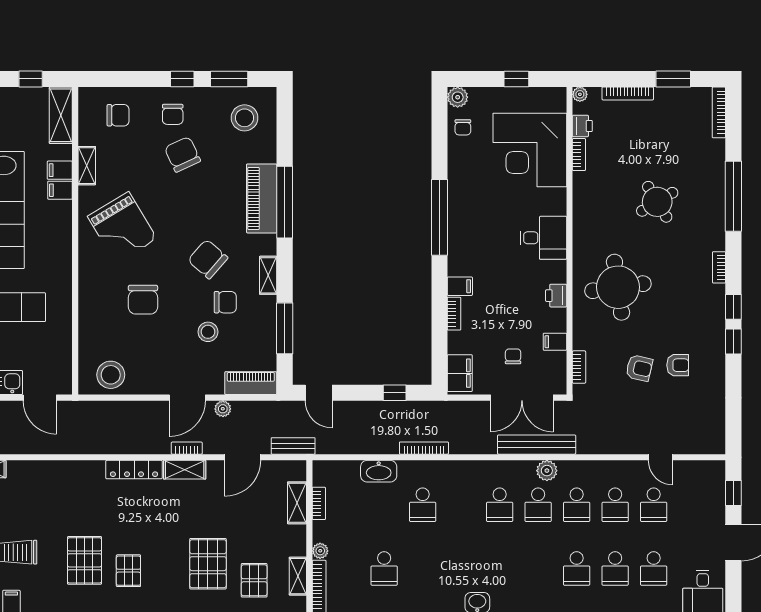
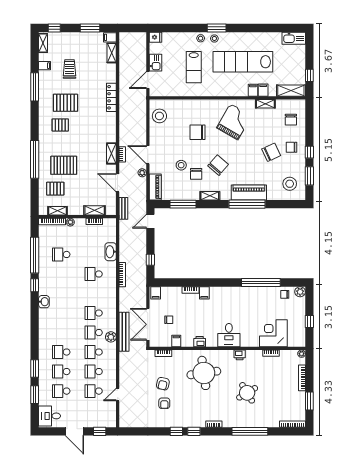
printer: (582, 126) -> (240, 355), moved
corner desk: (530, 150) -> (273, 333), width x0.74, depth x0.74
window: (439, 217) -> (261, 283), moved
grand piano: (122, 228) -> (234, 122), turned 151
filing cabinet: (460, 373) -> (156, 293), width x0.50
locker: (134, 470) -> (111, 97), moved

